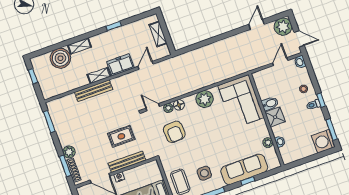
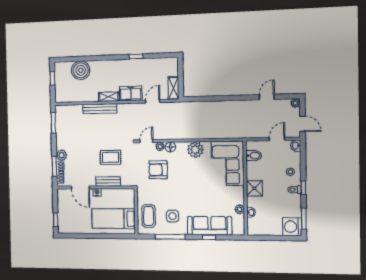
plant: (283, 27) -> (295, 103), width x0.53, depth x0.53
shelving: (158, 34) -> (173, 88), moved
shelving: (79, 46) -> (100, 65), removed
bidet: (270, 103) -> (254, 156), moved
door: (153, 107) -> (146, 141), hinge flipped
armchair: (174, 132) -> (158, 170), turned 93
bench: (127, 162) -> (108, 182), width x0.73

